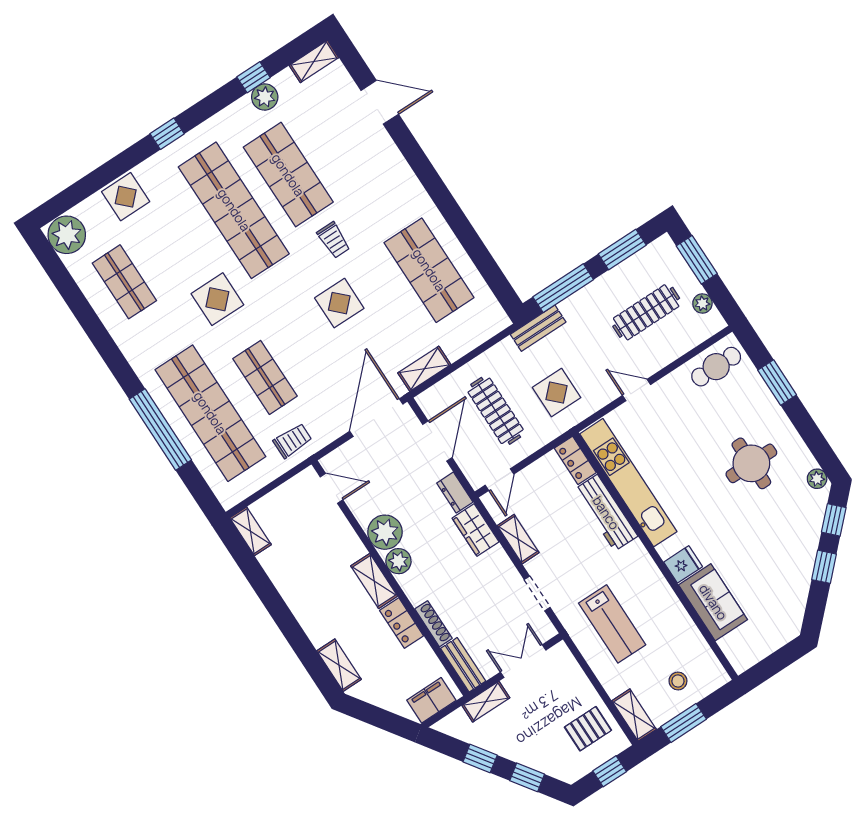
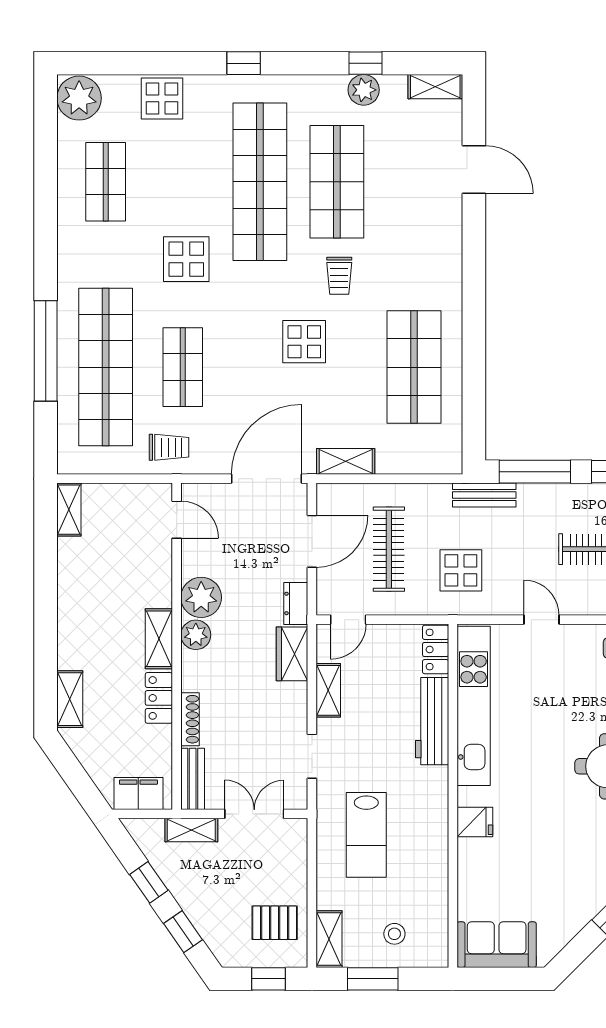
sofa: (713, 602) -> (497, 945), moved, turned -90

